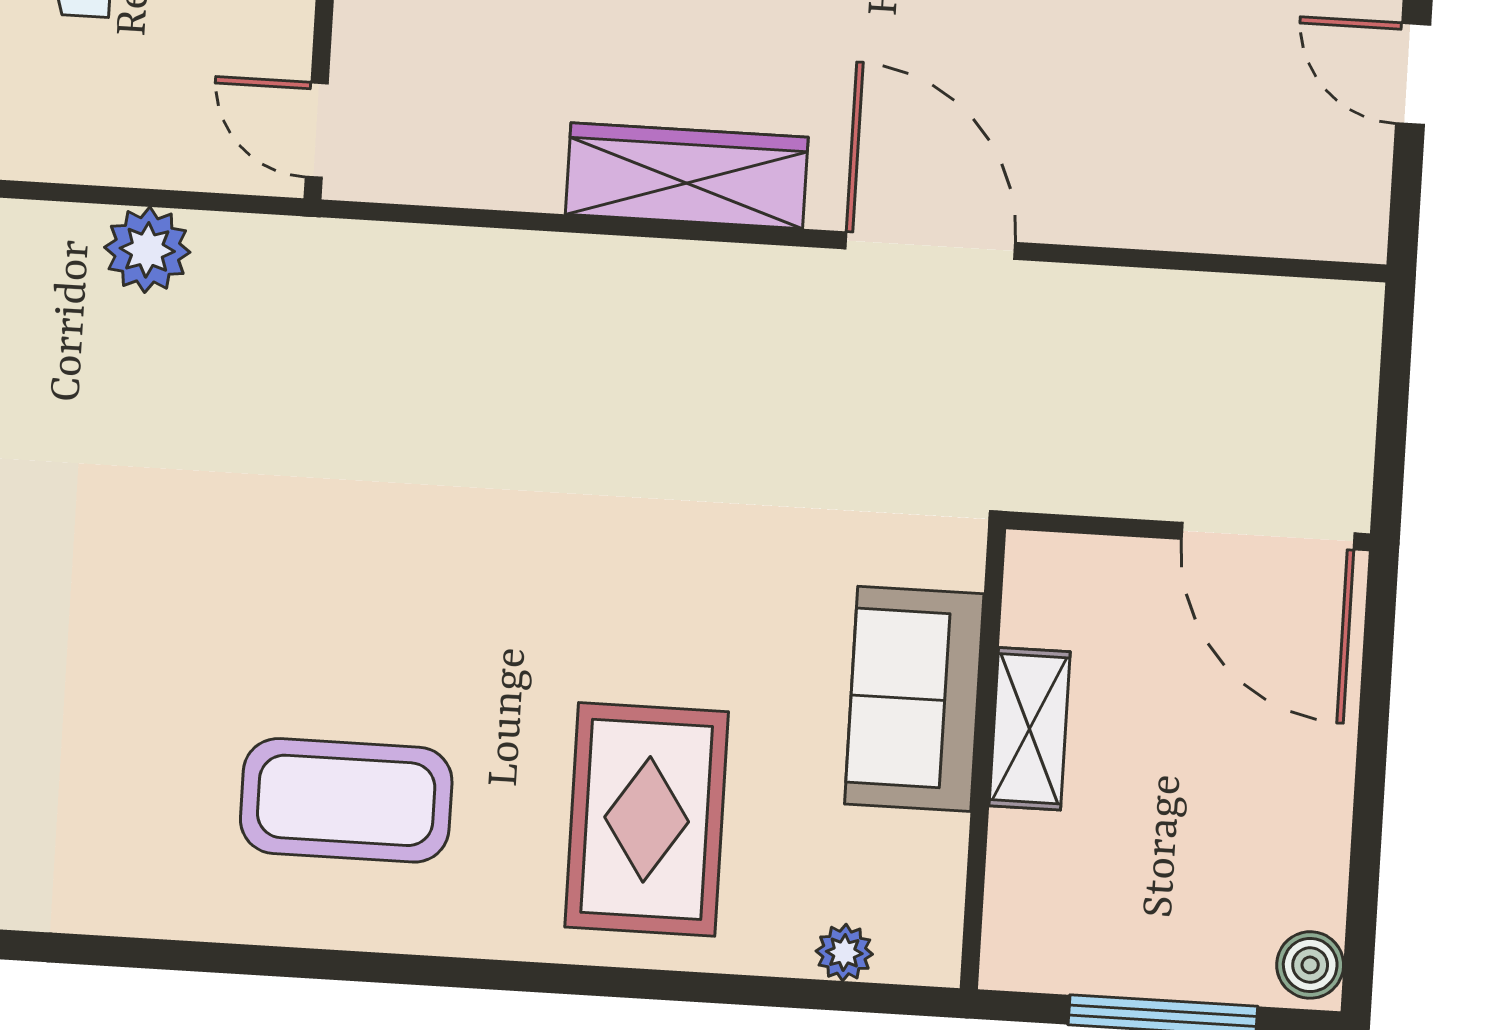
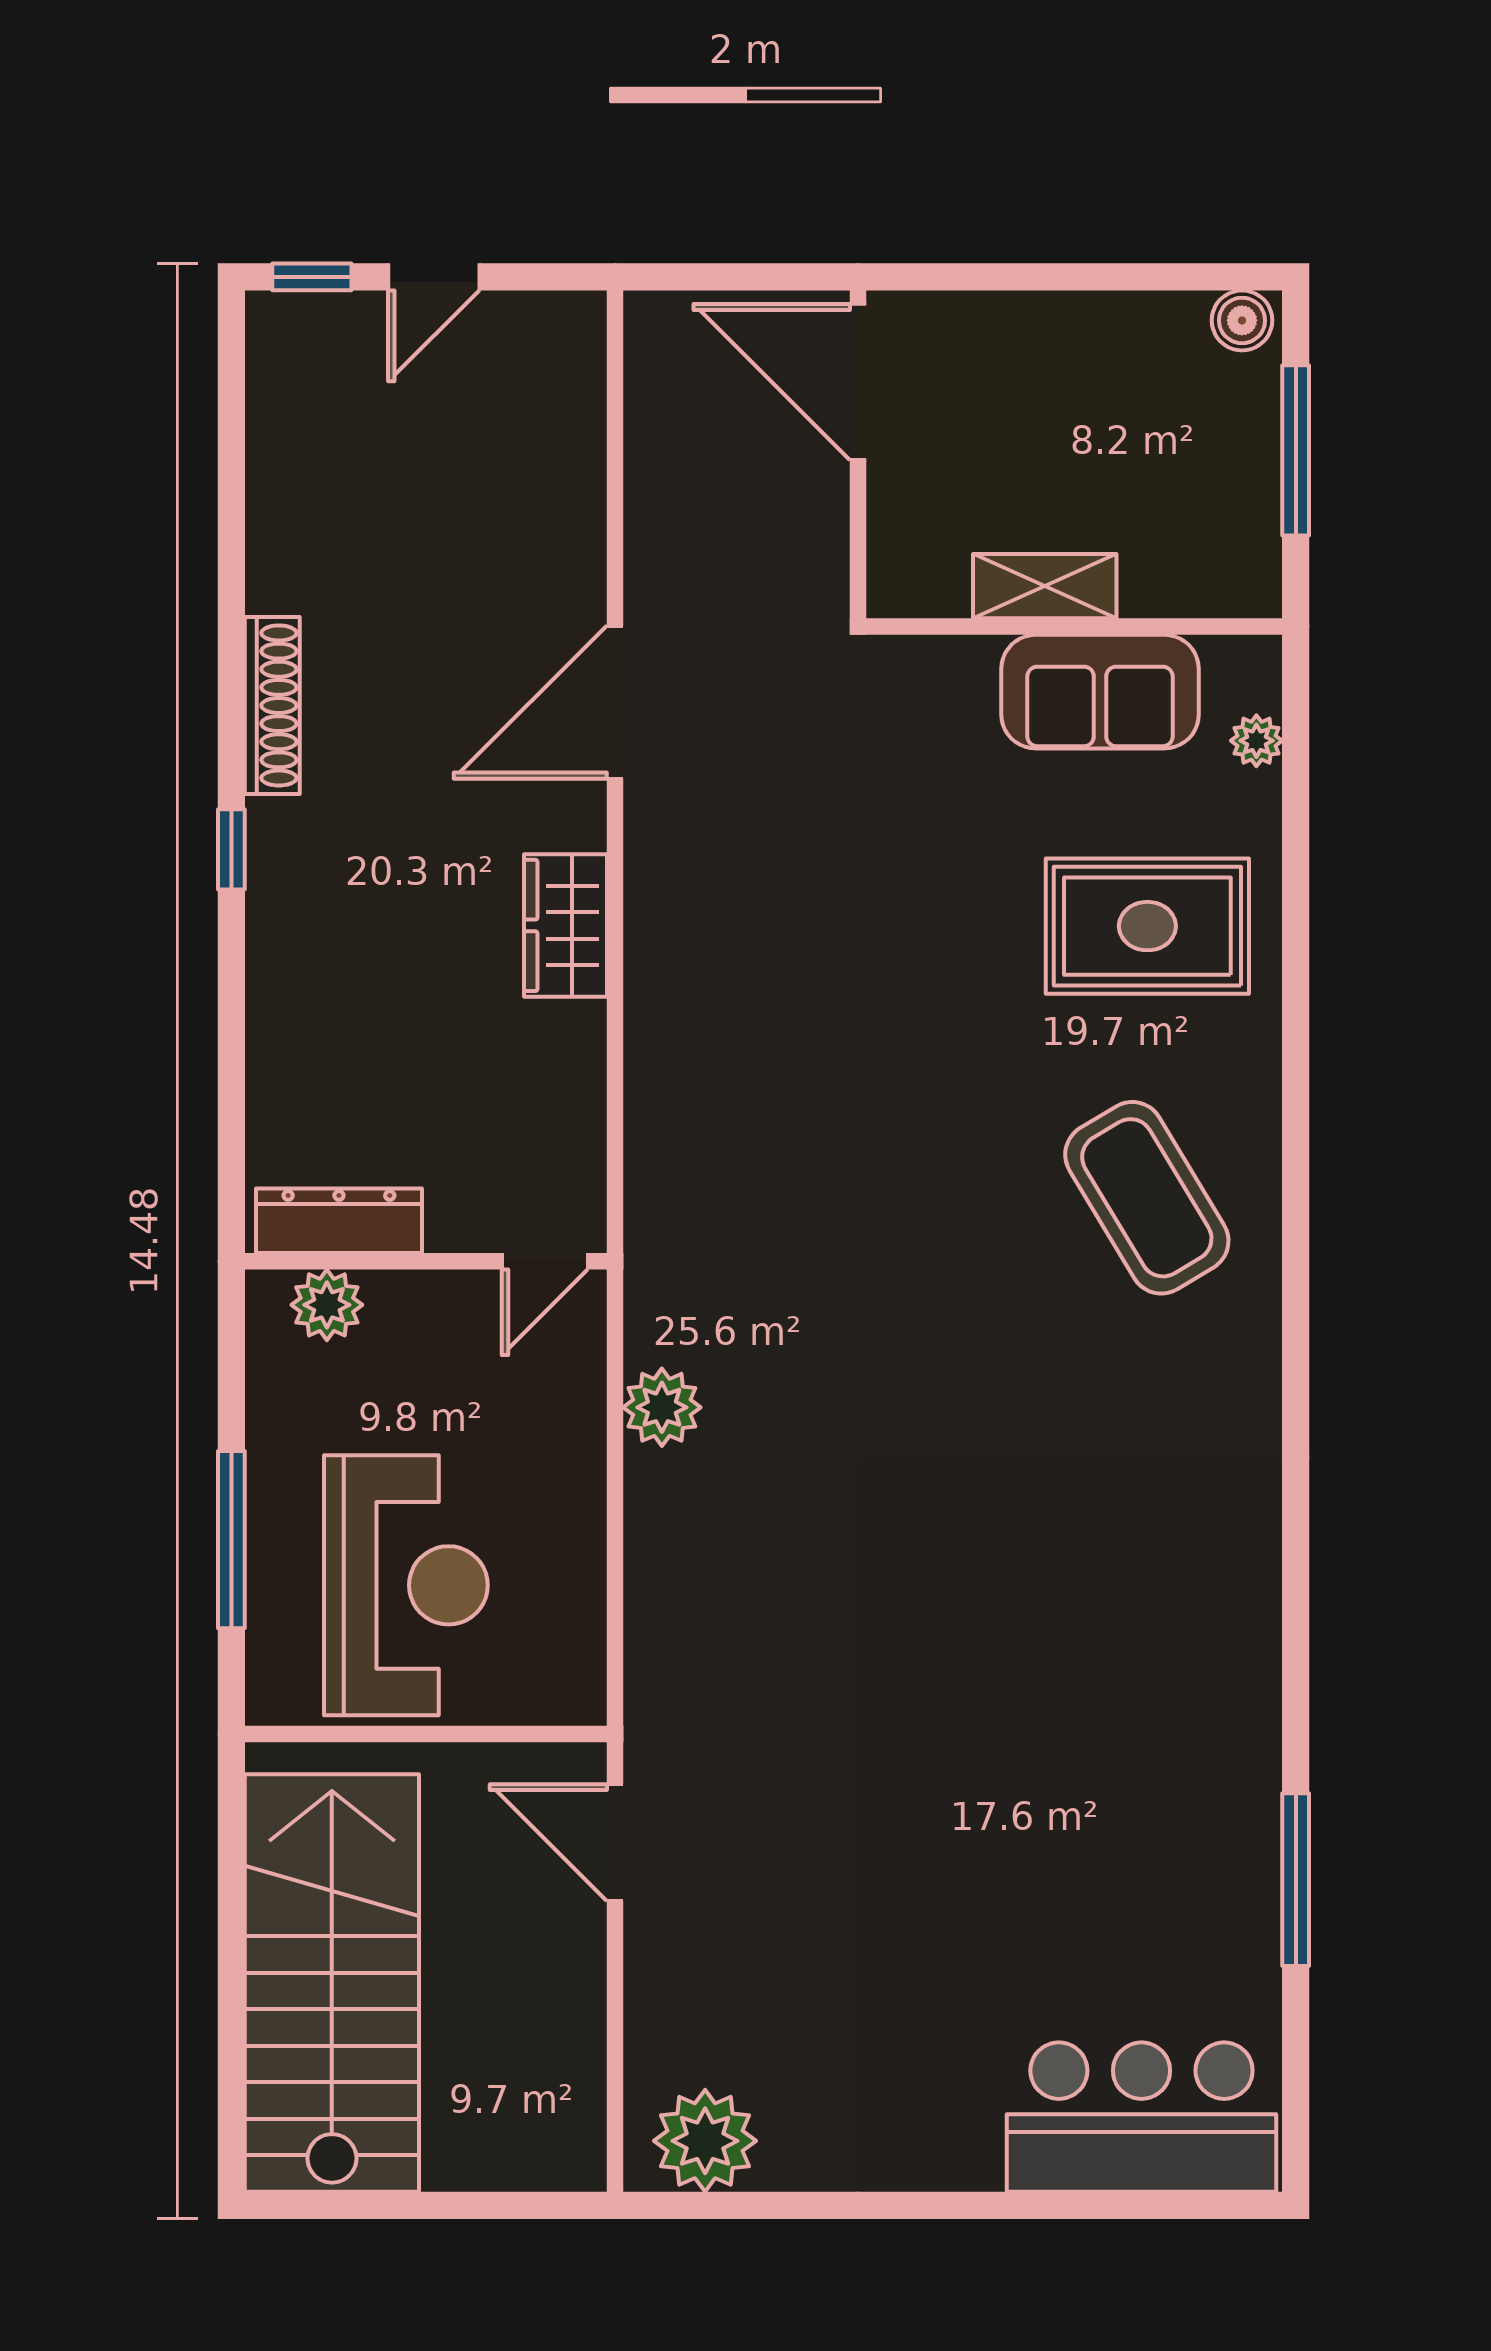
wardrobe: (687, 176) -> (565, 925), width x0.67
door: (1268, 536) -> (858, 382), swing flipped
sofa: (914, 699) -> (1100, 692), moved
coffee table: (346, 800) -> (1147, 1198), turned -31

